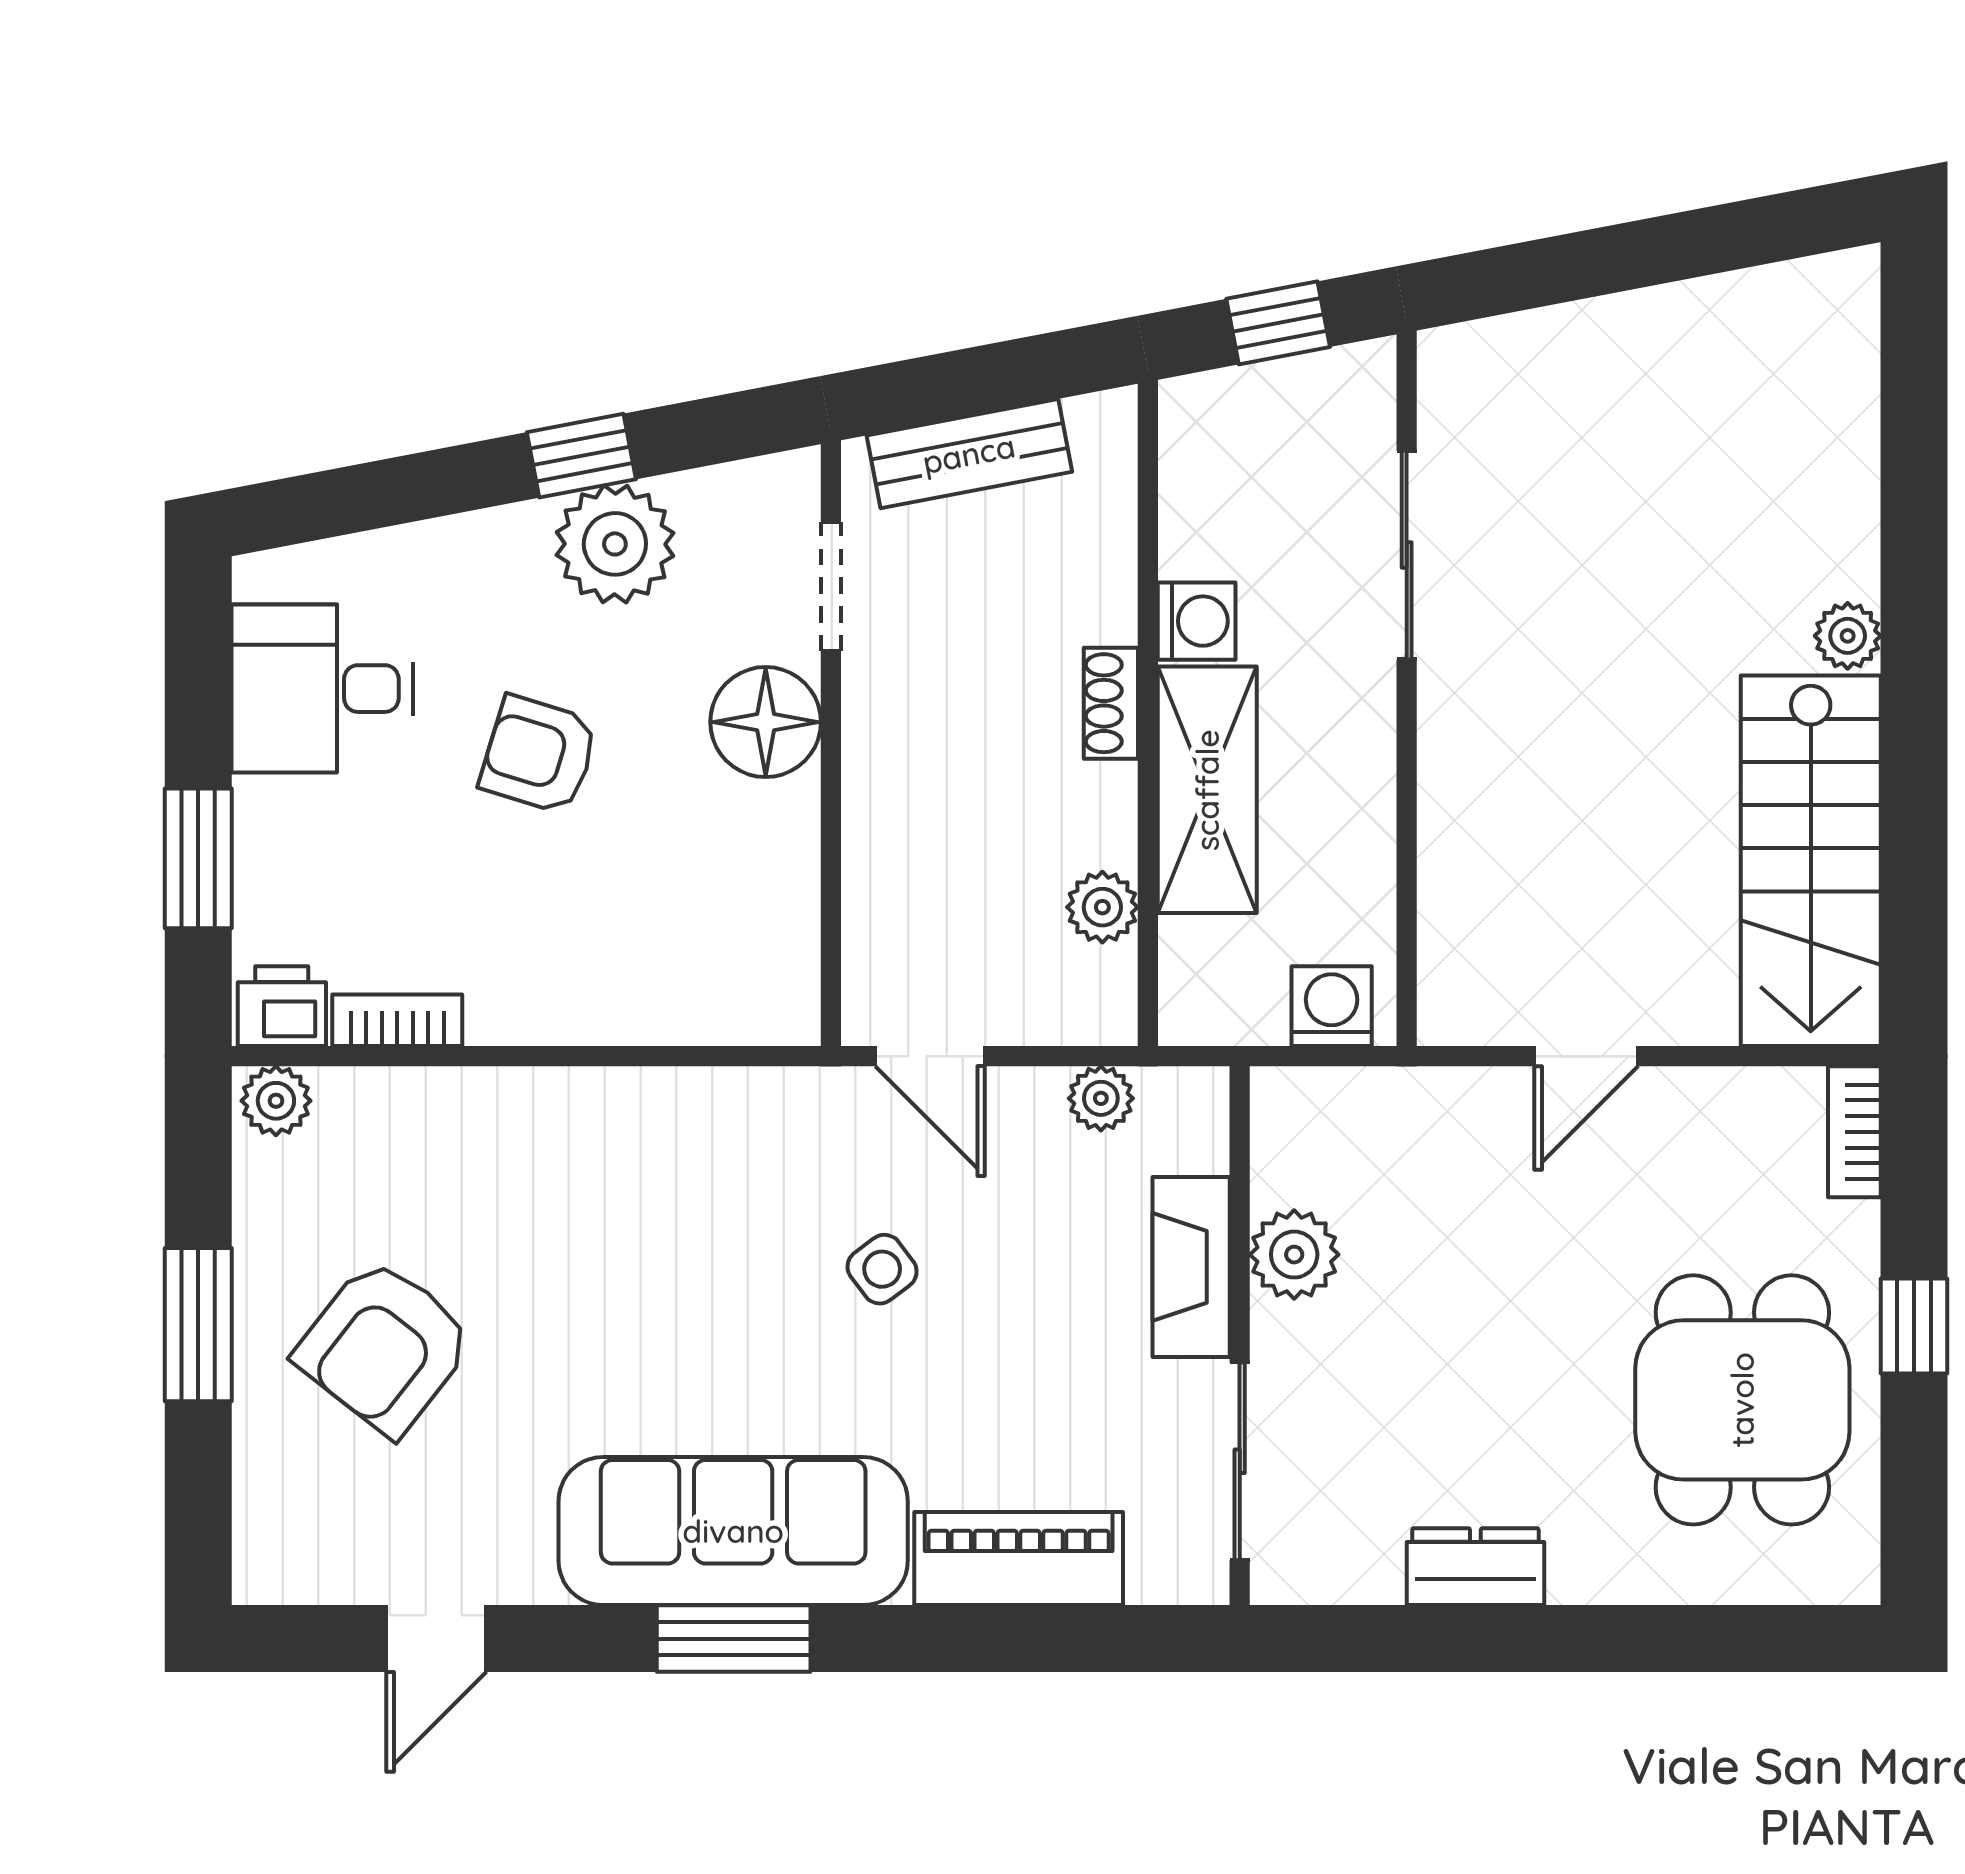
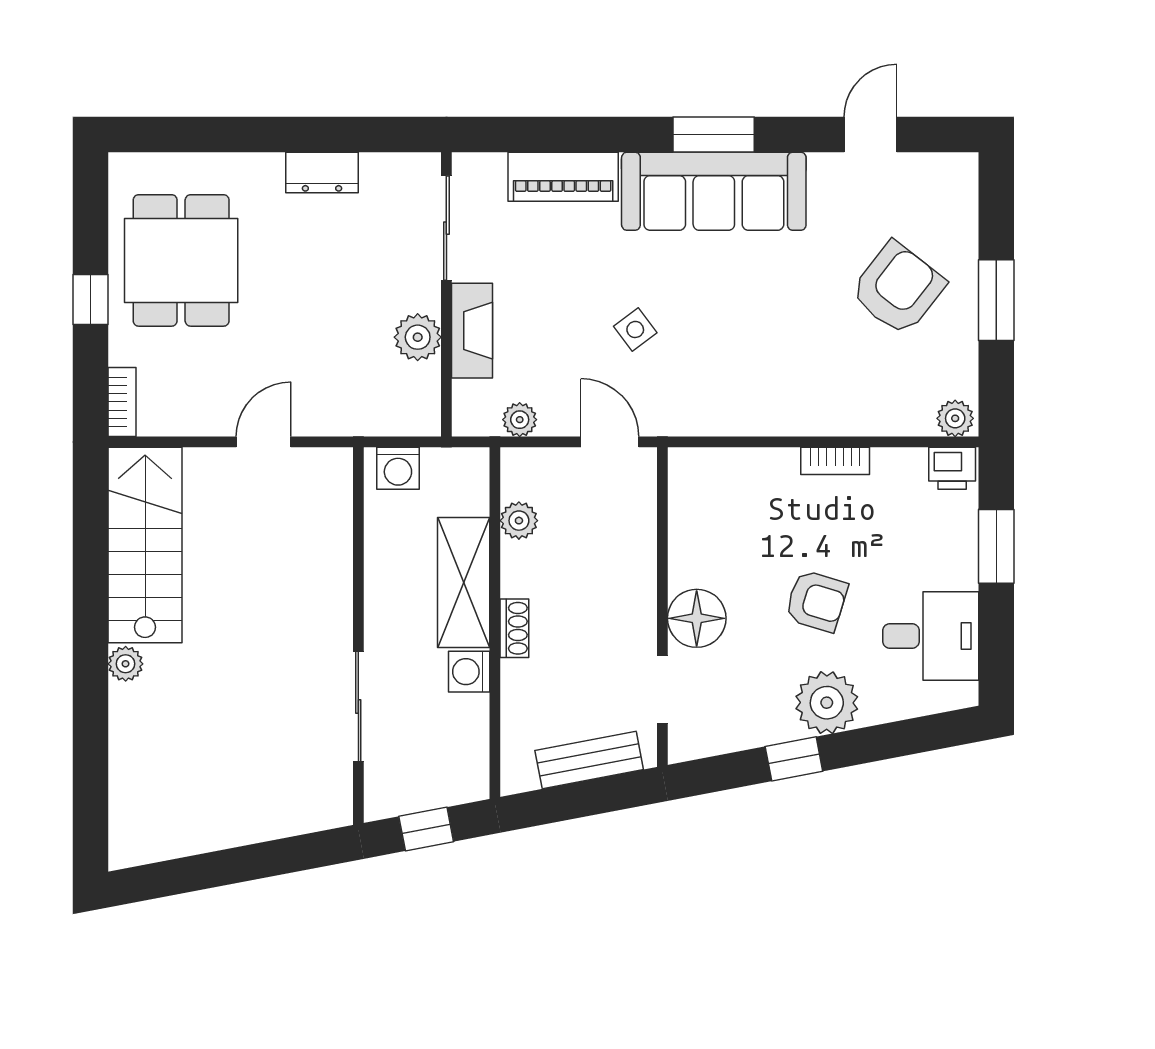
plant: (615, 544) -> (827, 703), moved
bookcase: (397, 1020) -> (835, 461), moved

